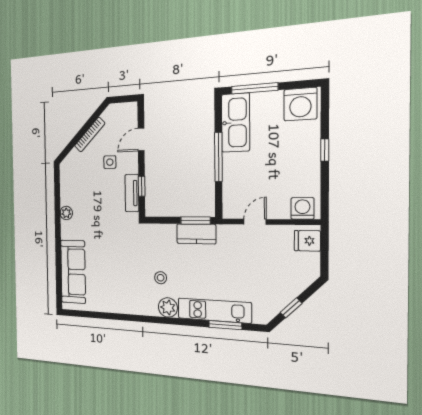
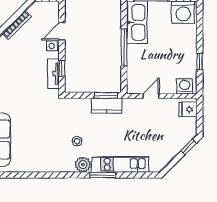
window: (325, 150) -> (200, 61), moved
side table: (110, 162) -> (52, 46), moved
window: (291, 308) -> (189, 147), moved
window: (225, 325) -> (103, 175), moved

